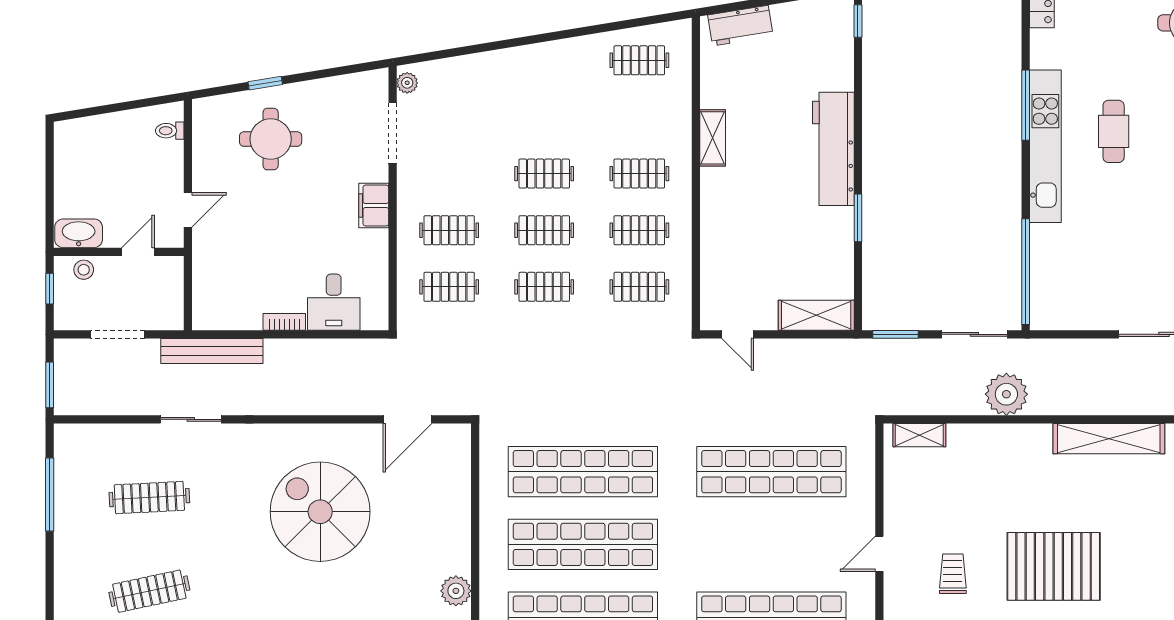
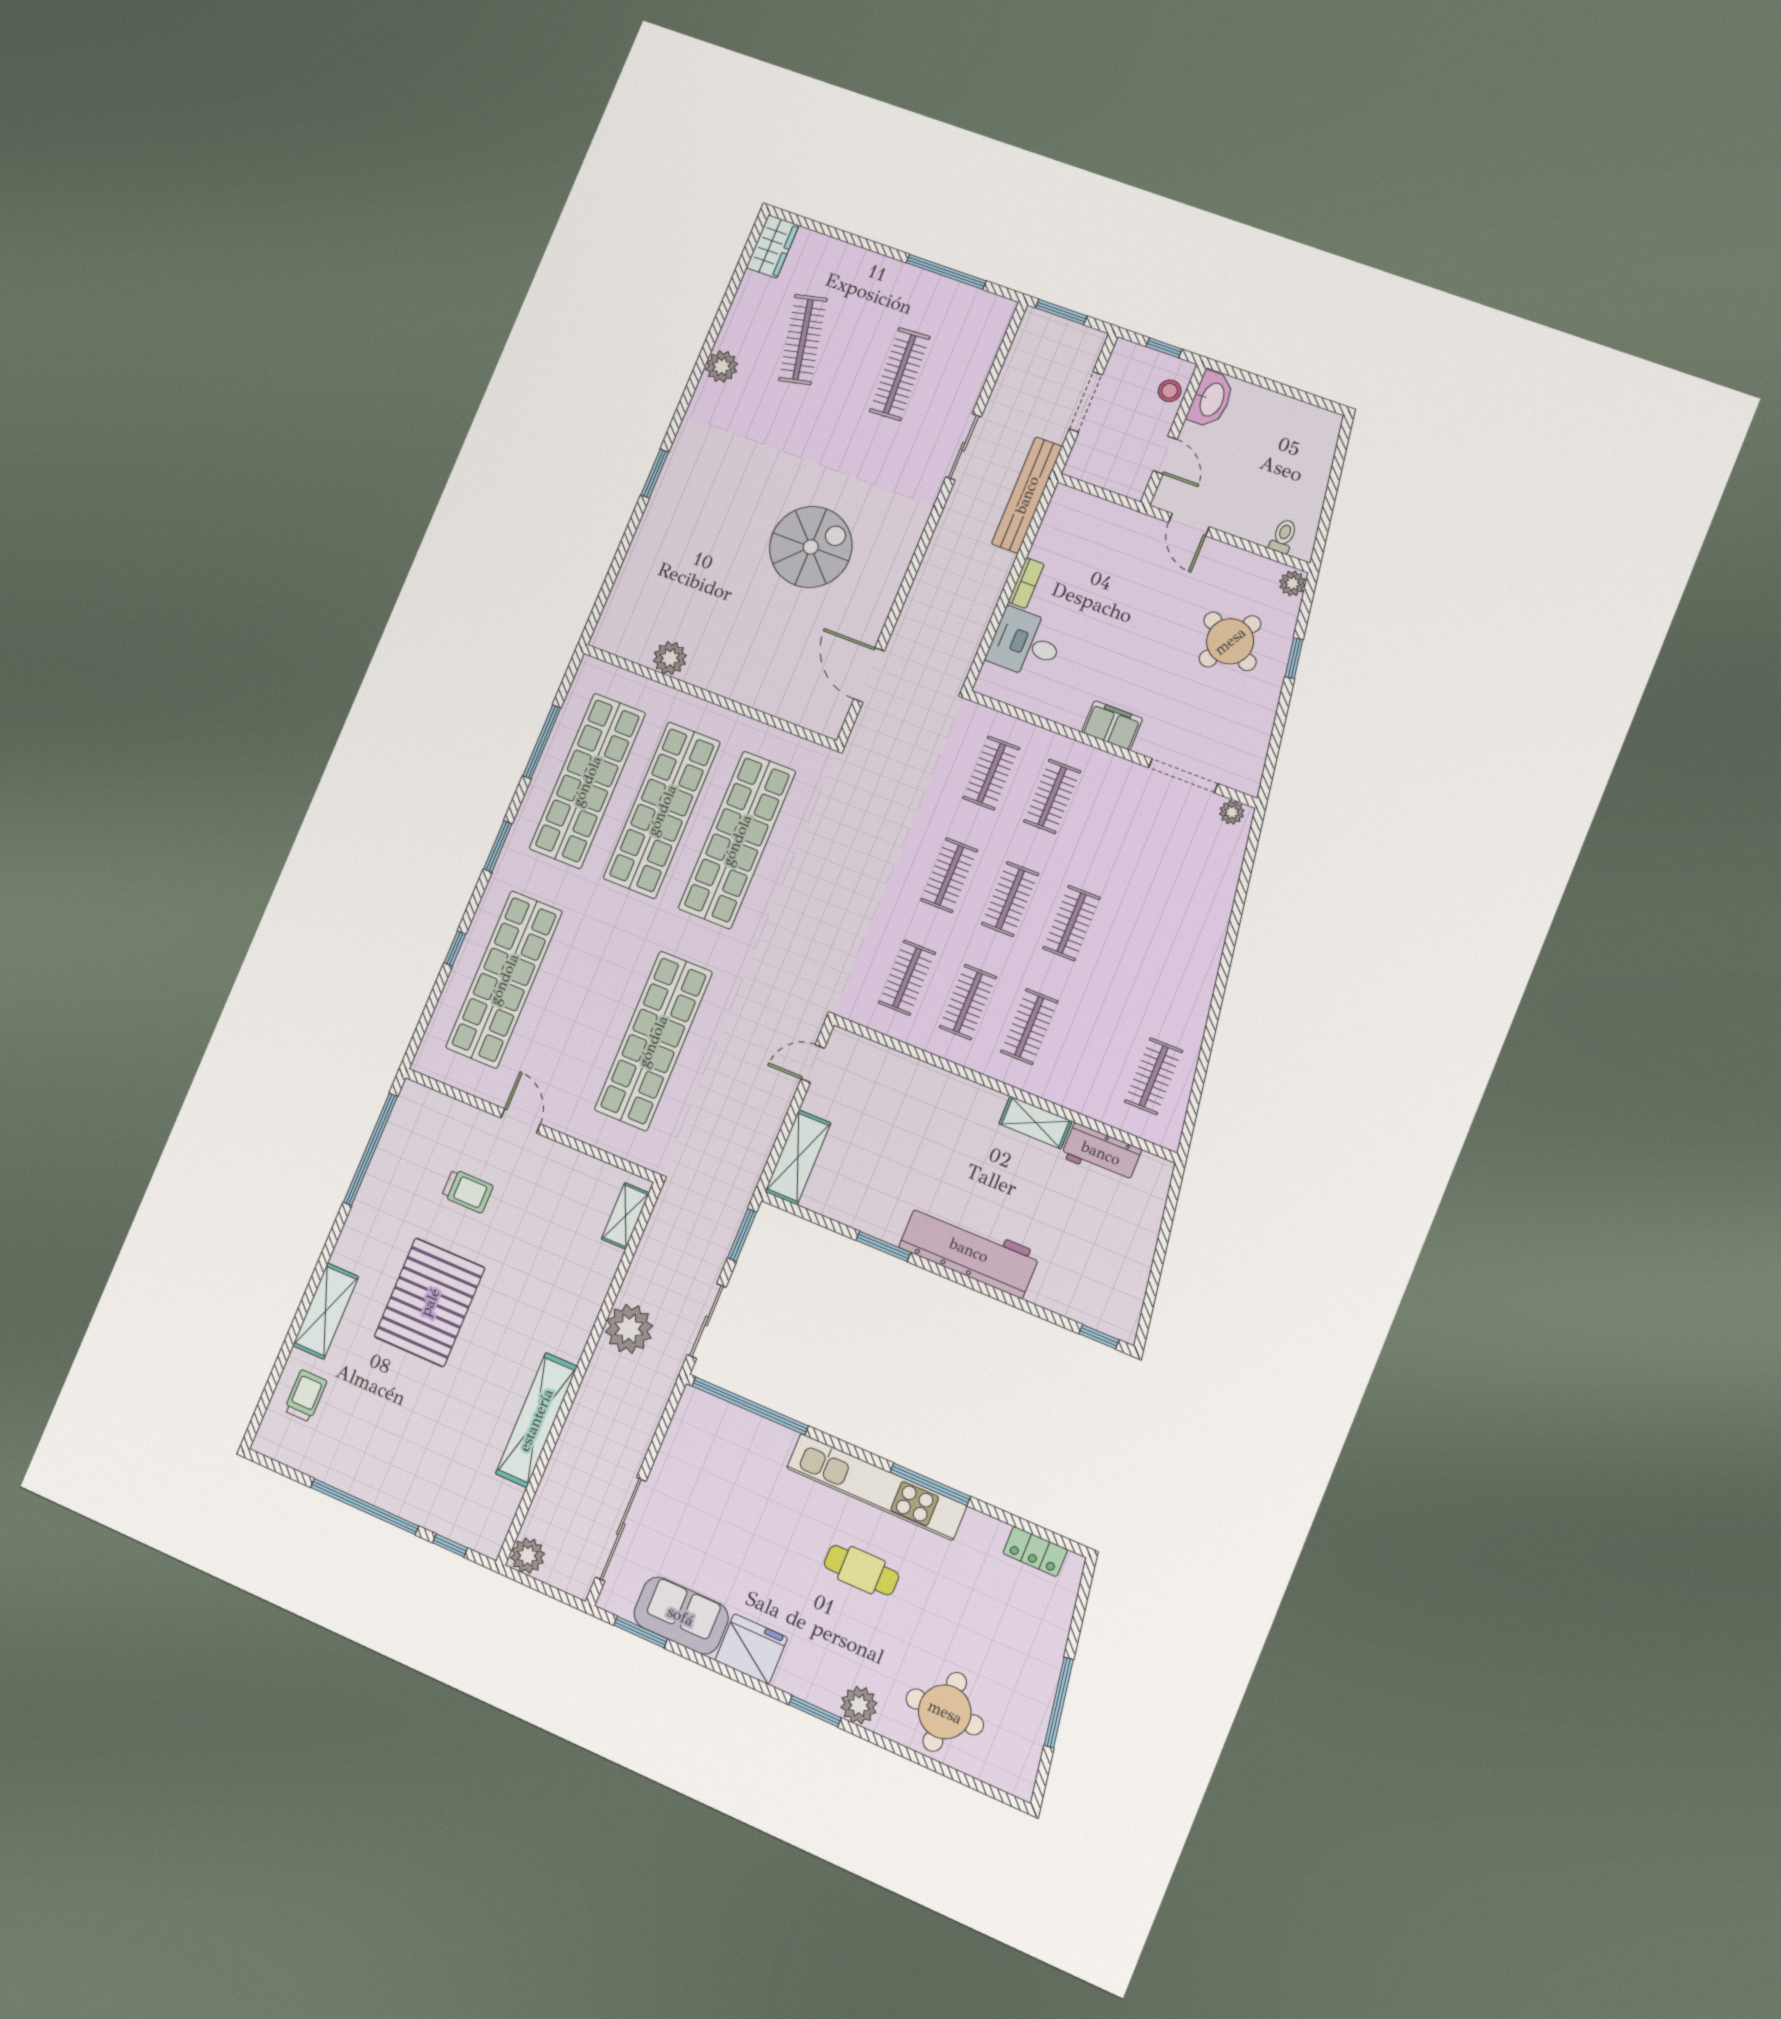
workbench: (740, 26) -> (1101, 1153), moved, turned -81
plant: (205, 108) -> (1292, 583), added
round table: (271, 139) -> (1230, 641), turned 30
spiral stairs: (320, 512) -> (811, 547), width x0.73, depth x0.73

